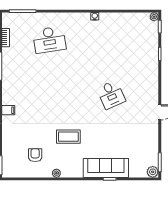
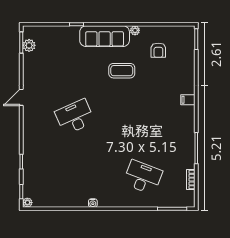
desk: (49, 40) -> (143, 177), turned 30
desk: (111, 95) -> (75, 117), width x1.37
sofa: (106, 168) -> (105, 36), moved
plant: (153, 172) -> (29, 45), moved

